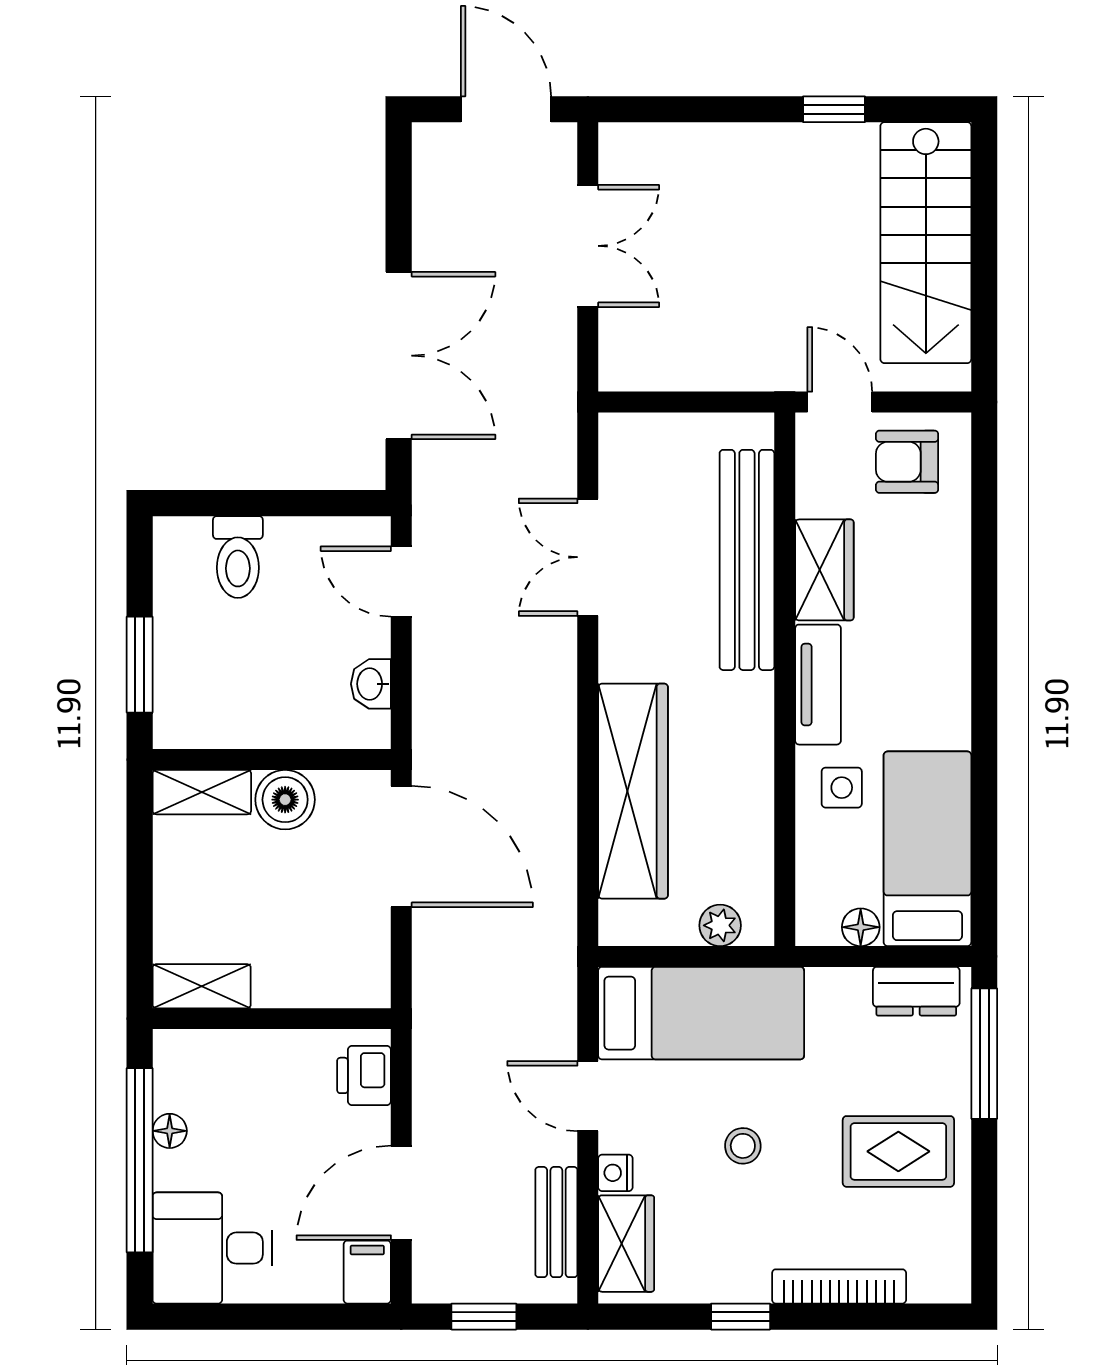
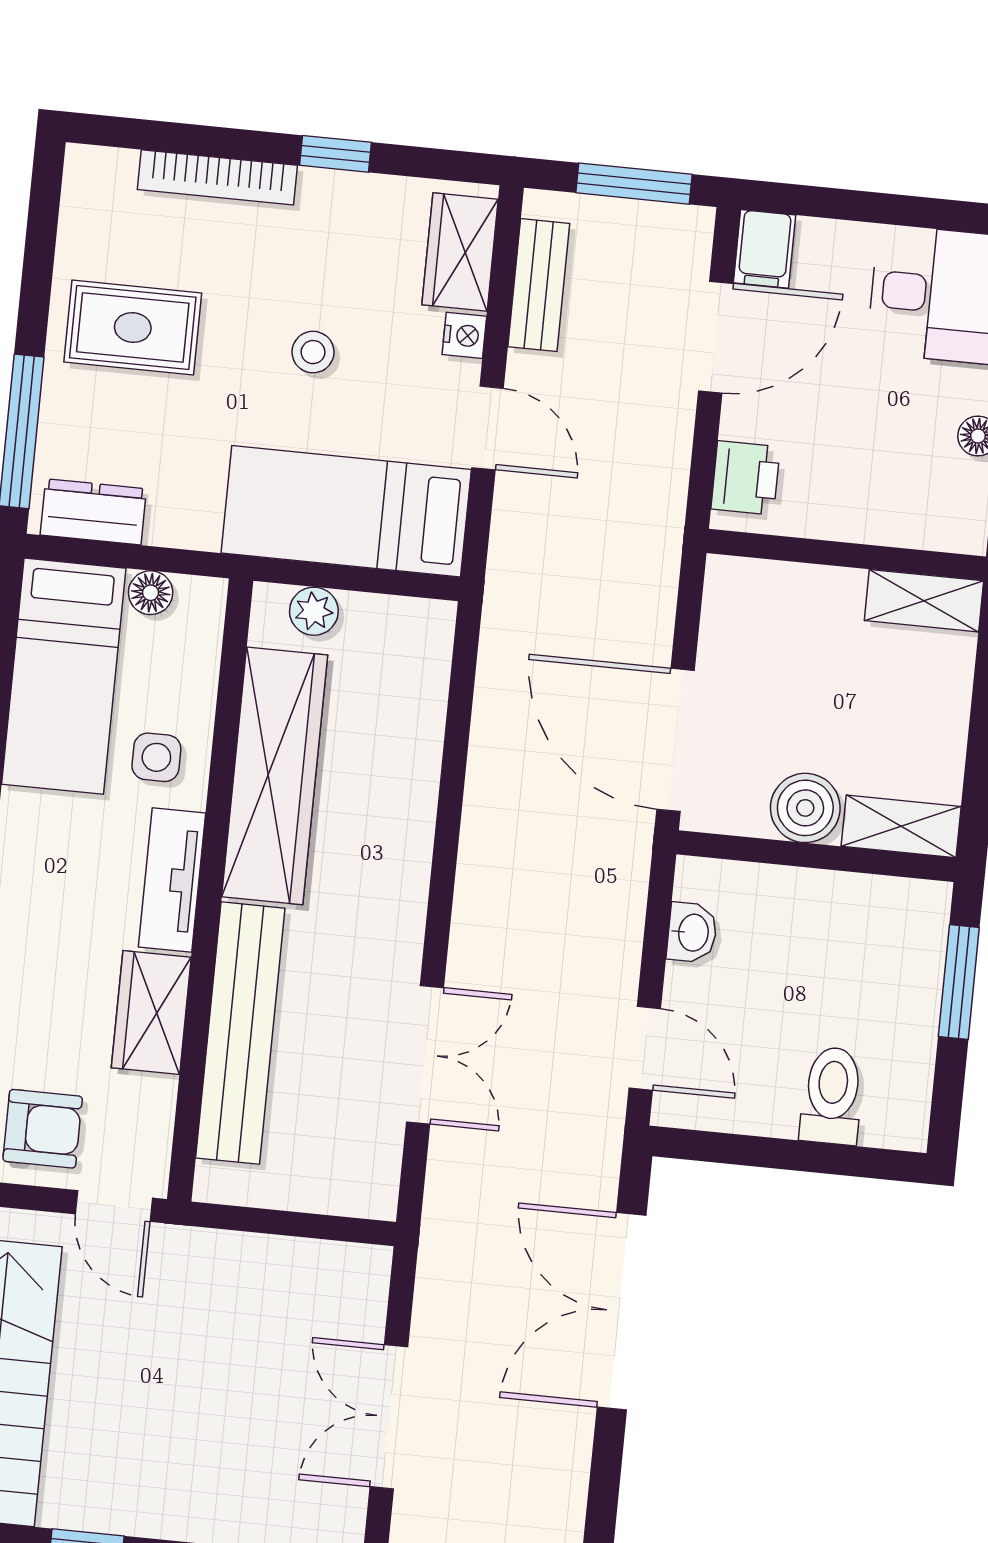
wardrobe: (633, 791) -> (275, 776), moved, turned 180
window: (484, 1317) -> (634, 184), width x1.50

